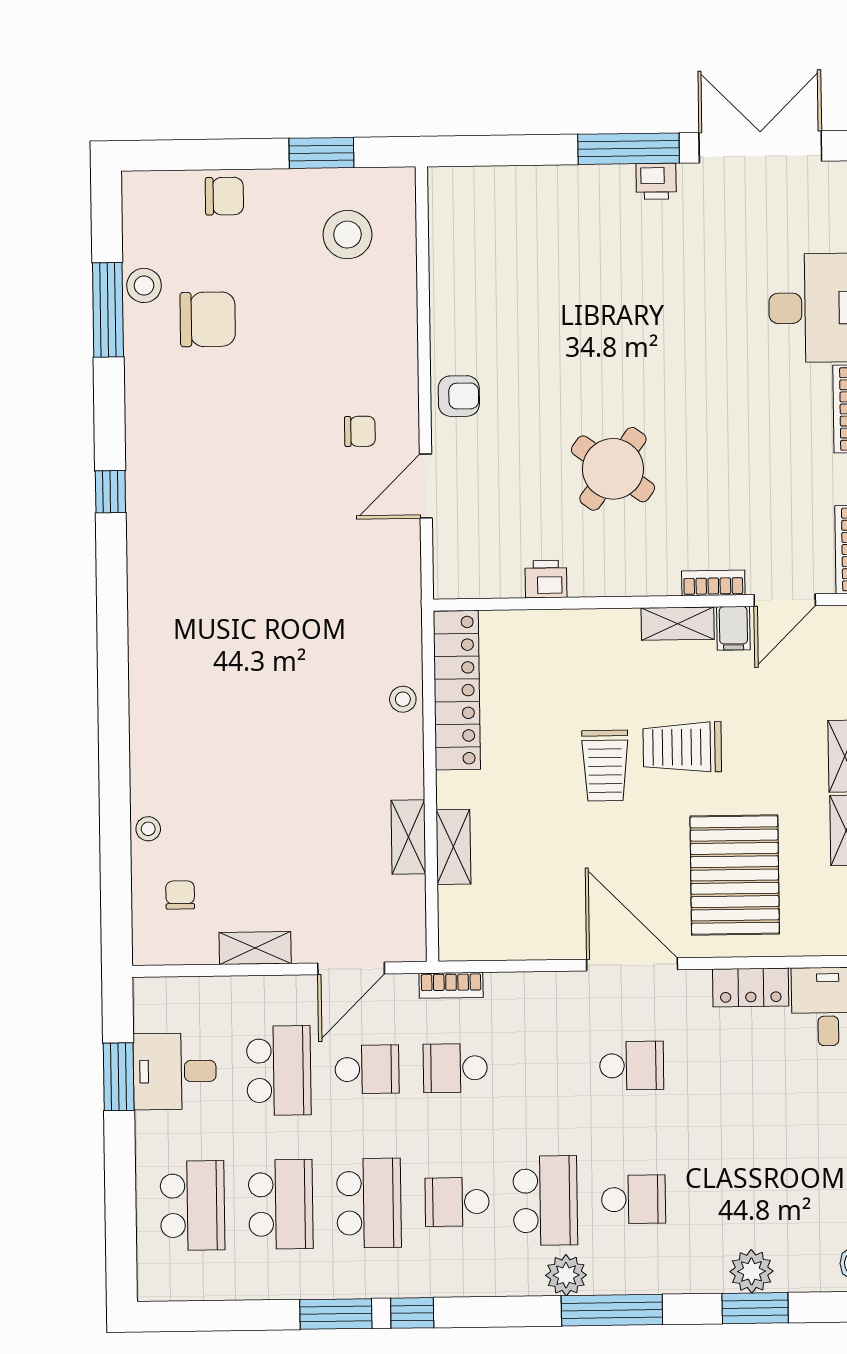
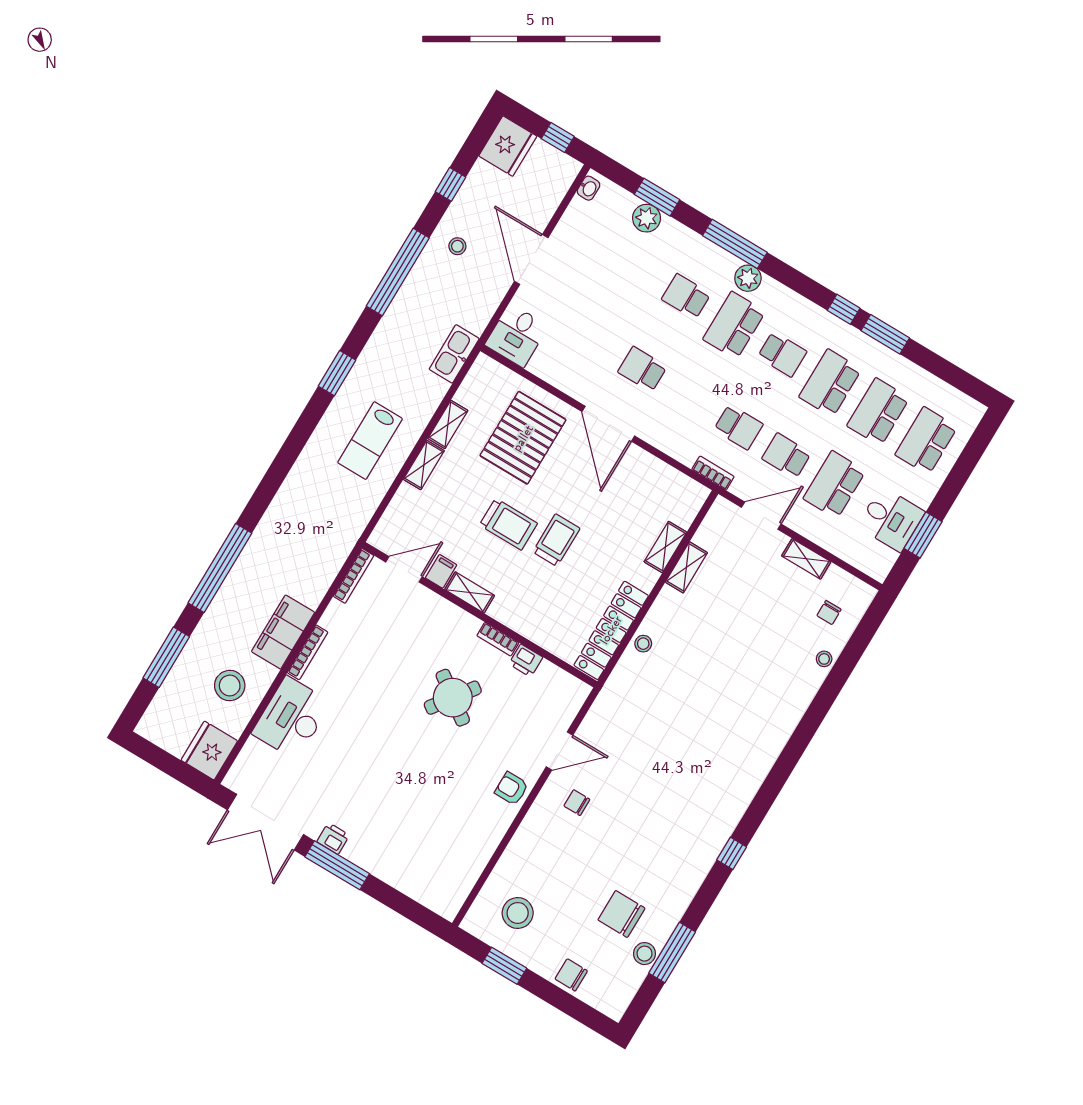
bookcase: (713, 583) -> (498, 639), moved
locker: (751, 987) -> (552, 372), removed

